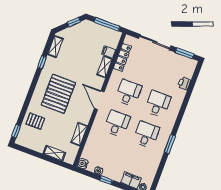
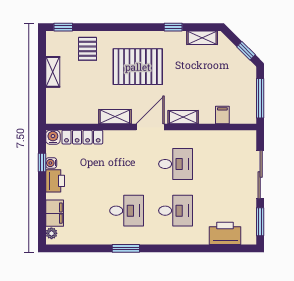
locker: (122, 57) -> (82, 137), moved
shelving: (105, 67) -> (183, 117), moved
printer: (184, 83) -> (225, 233), width x1.87, depth x1.48
desk: (117, 124) -> (127, 164), removed
shelving: (79, 134) -> (115, 117), moved
shelving: (54, 153) -> (53, 72), moved
printer: (111, 173) -> (55, 181), added
window: (106, 180) -> (42, 162), moved

